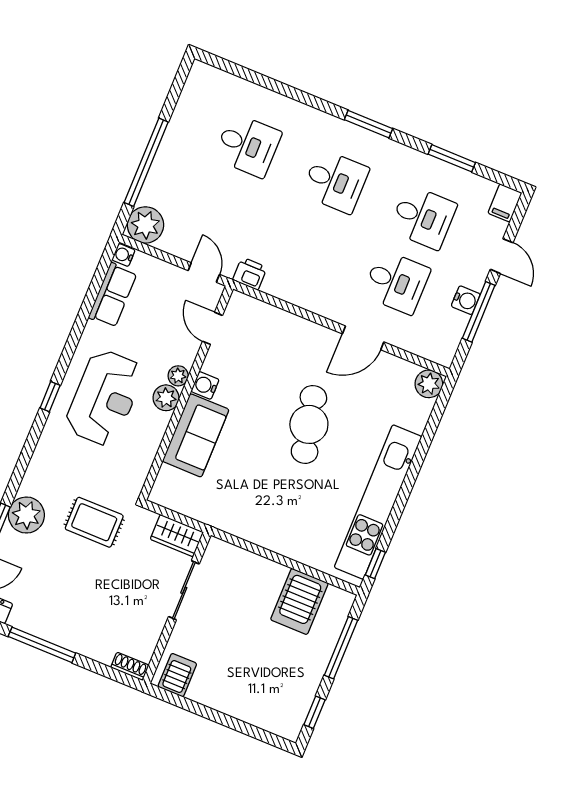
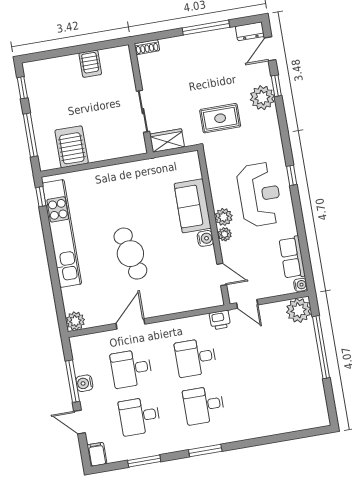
desk: (248, 145) -> (196, 357), moved
reception desk: (104, 398) -> (260, 195), turned 180
server rack: (177, 675) -> (90, 64), moved

